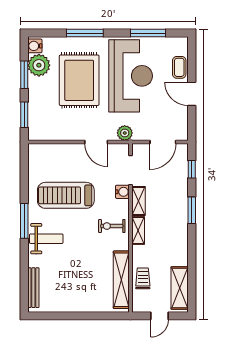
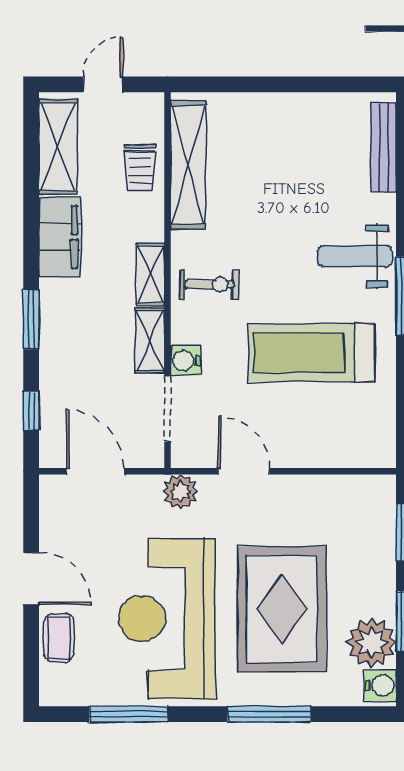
door: (163, 142) -> (95, 471), hinge flipped
treadmill: (66, 195) -> (312, 353), turned 180
filing cabinet: (179, 247) -> (60, 237), added

